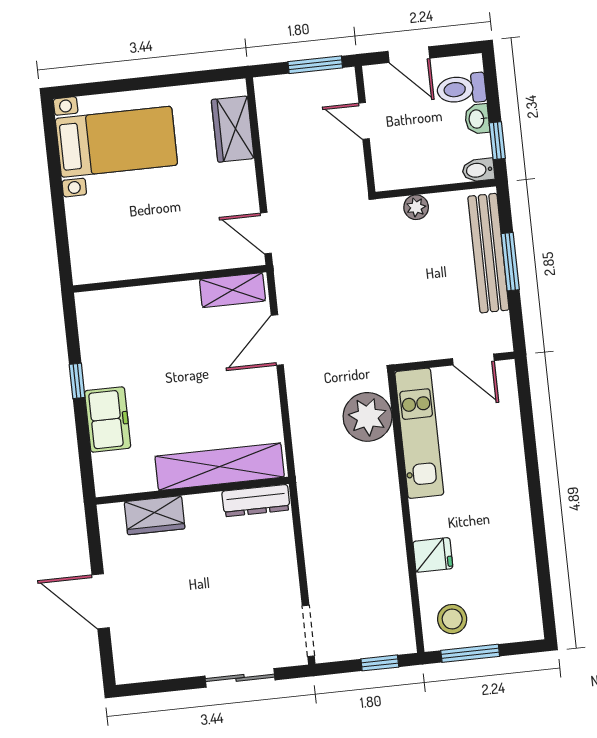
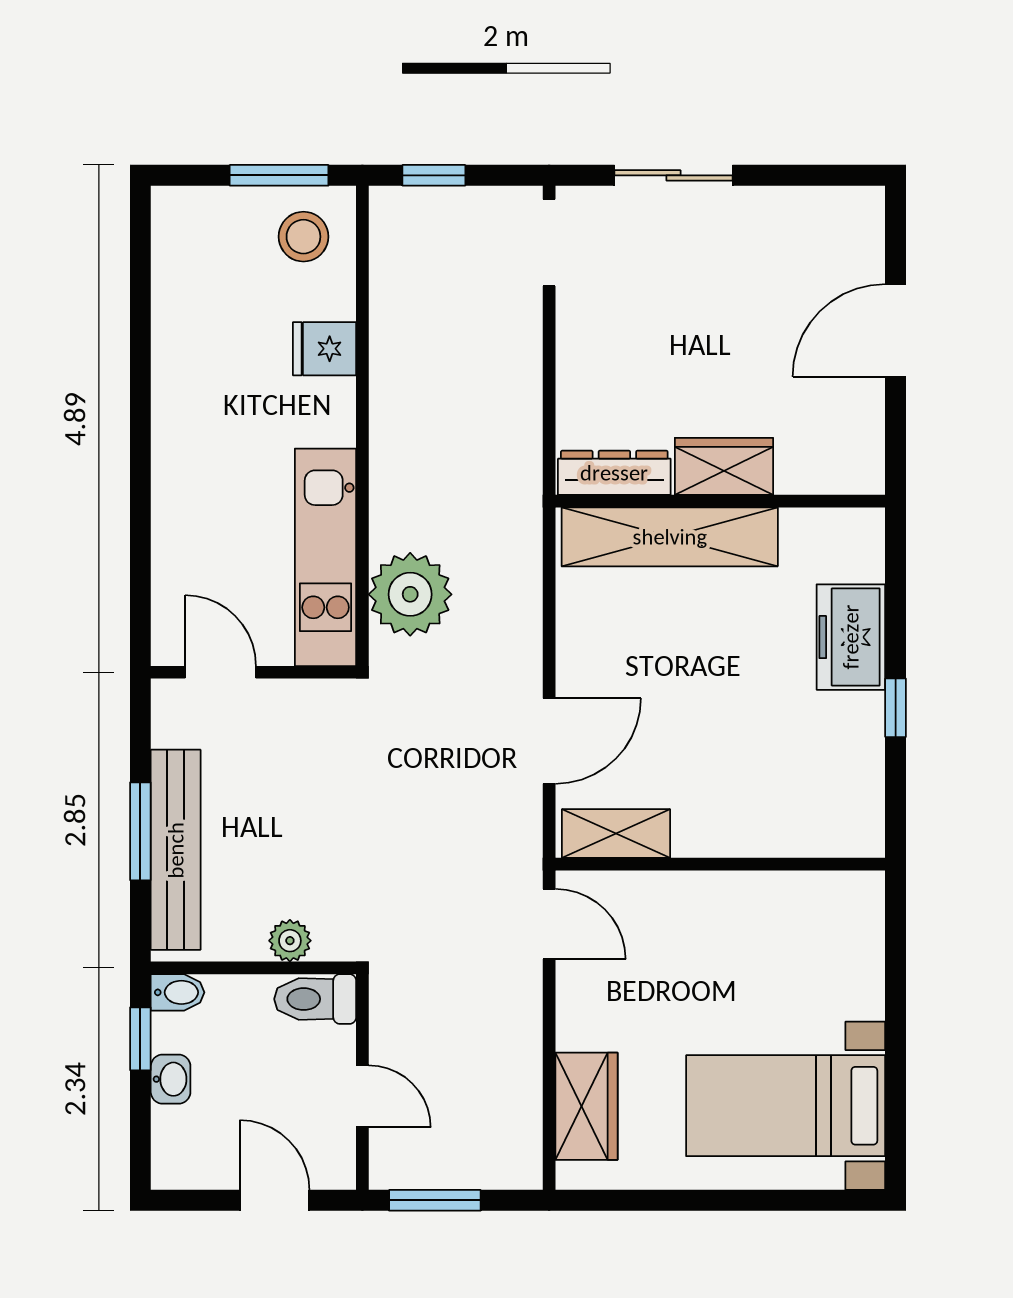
toilet: (461, 89) -> (315, 999), moved, turned 180
wardrobe: (155, 515) -> (724, 466), moved
door: (101, 601) -> (896, 330), swing flipped

